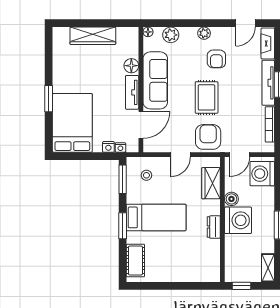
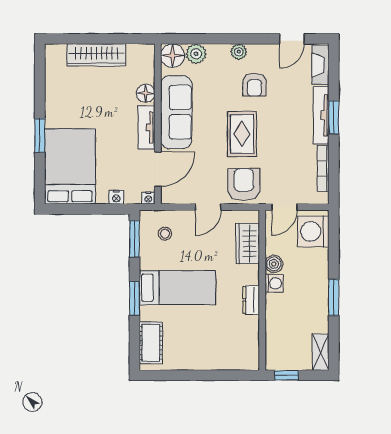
floor lamp: (148, 32) -> (173, 56), width x1.89, depth x1.89
nightstand: (120, 147) -> (148, 198), moved
washing machine: (238, 220) -> (274, 283), width x0.53, depth x0.53

